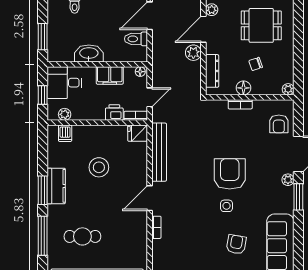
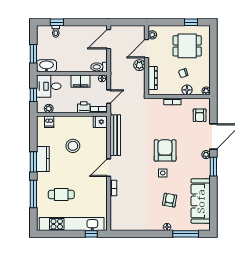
toilet: (136, 39) -> (99, 67), moved
washbasin: (89, 53) -> (46, 66), moved
floor lamp: (243, 88) -> (187, 90), moved

